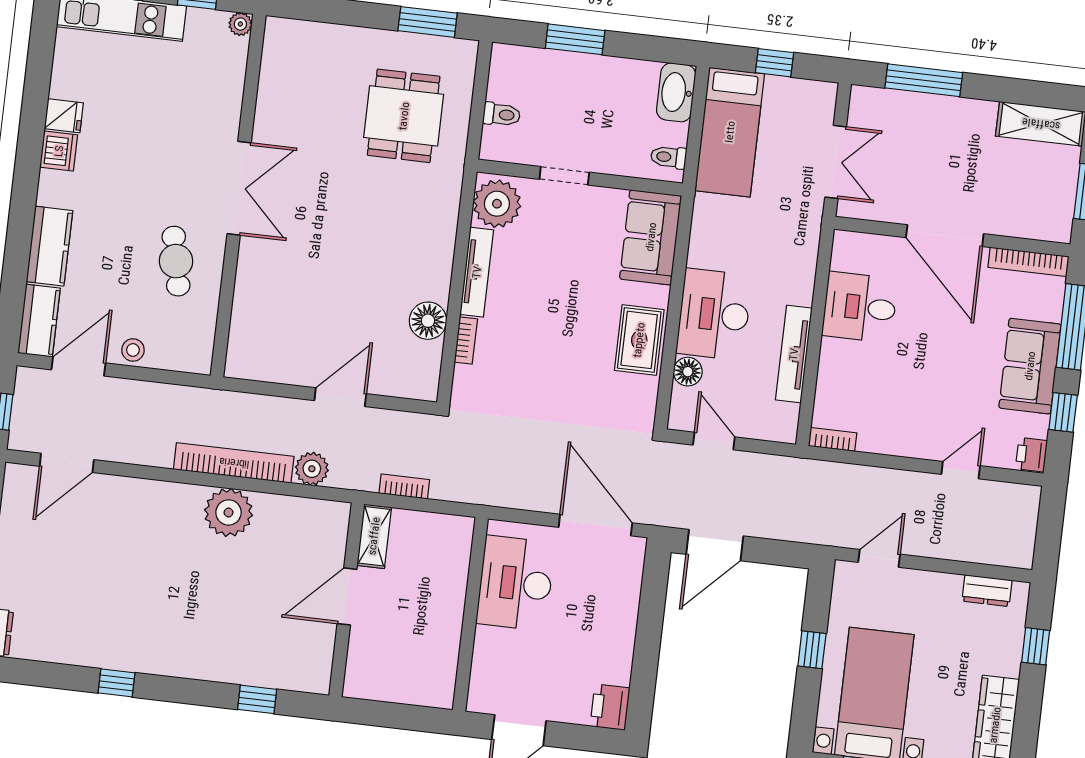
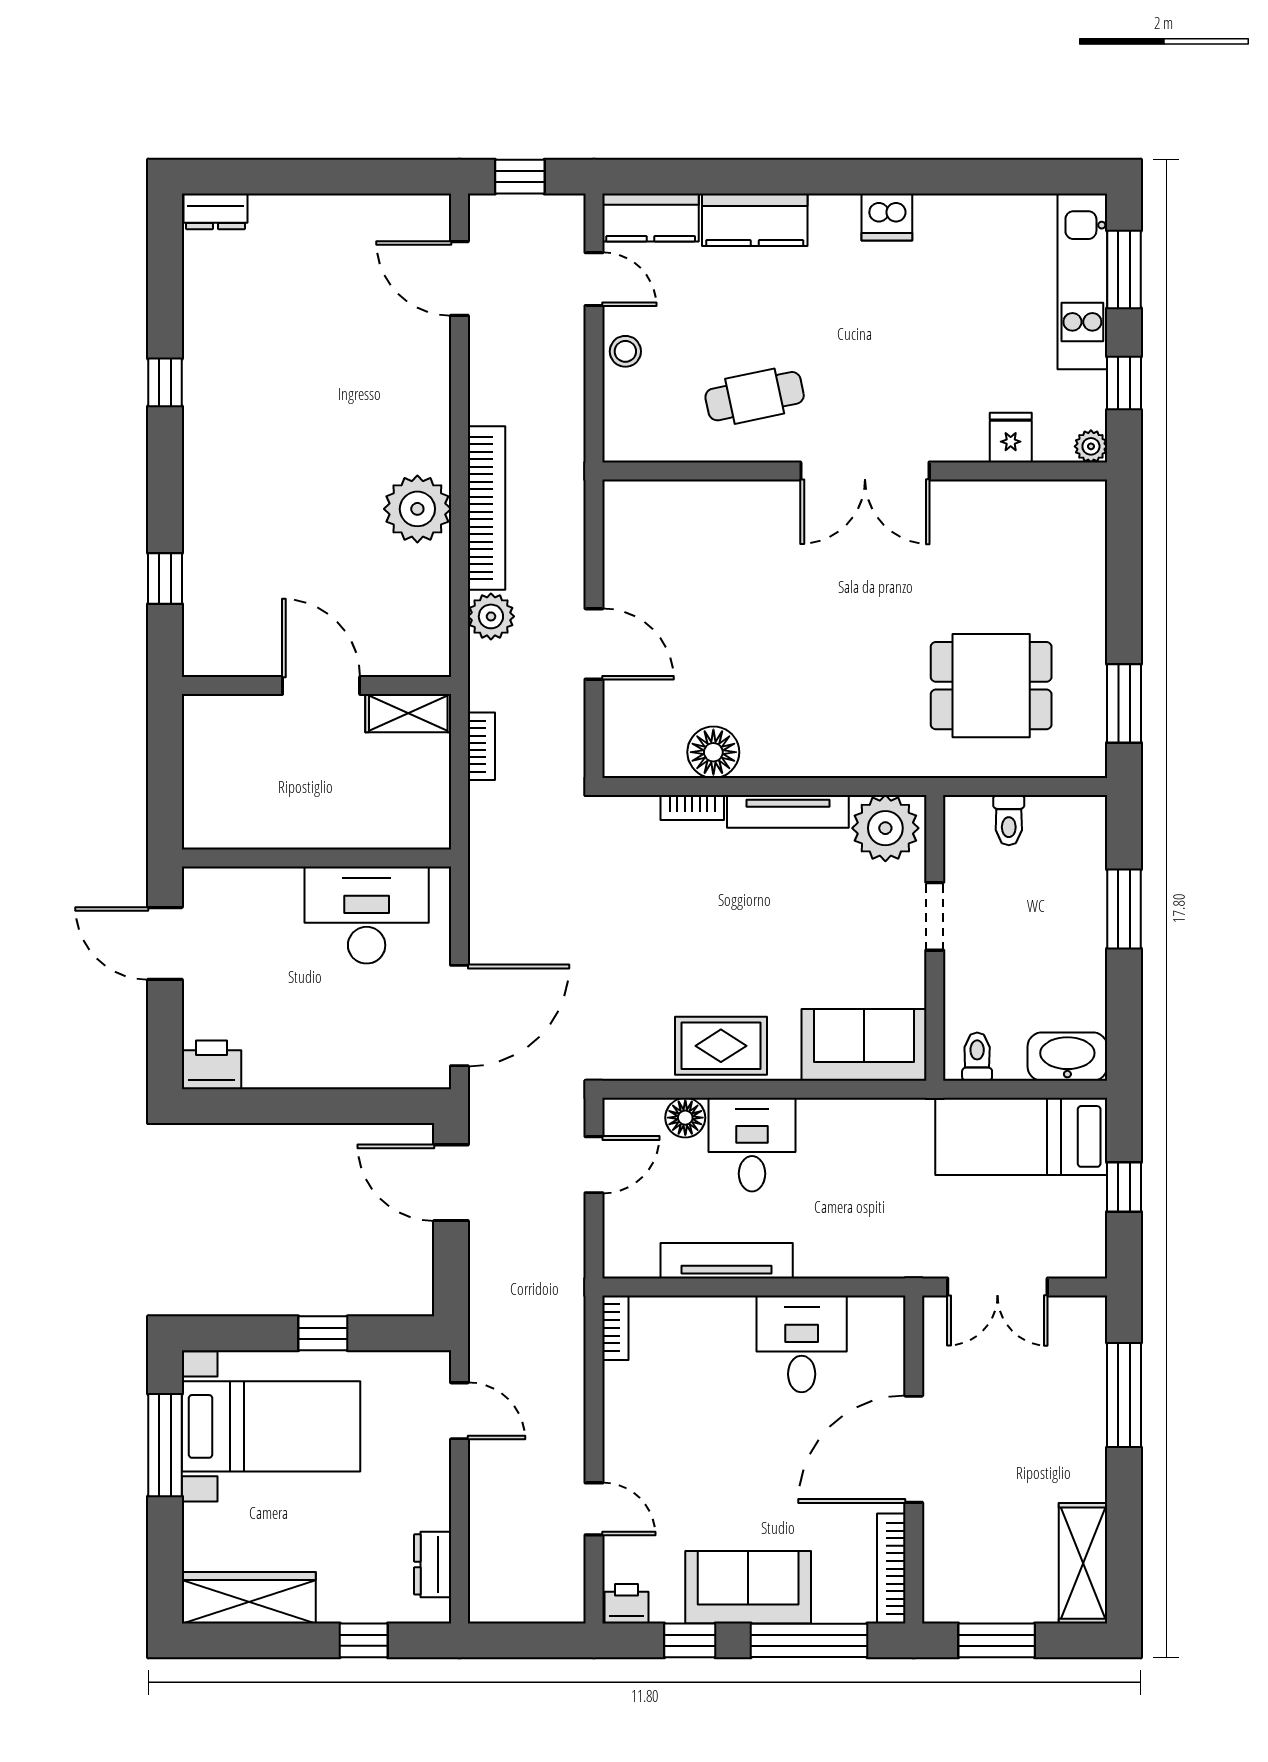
fridge: (64, 116) -> (1011, 438), moved, turned 180
desk: (714, 314) -> (752, 1145), width x0.73
door: (79, 366) -> (594, 279), width x0.73

